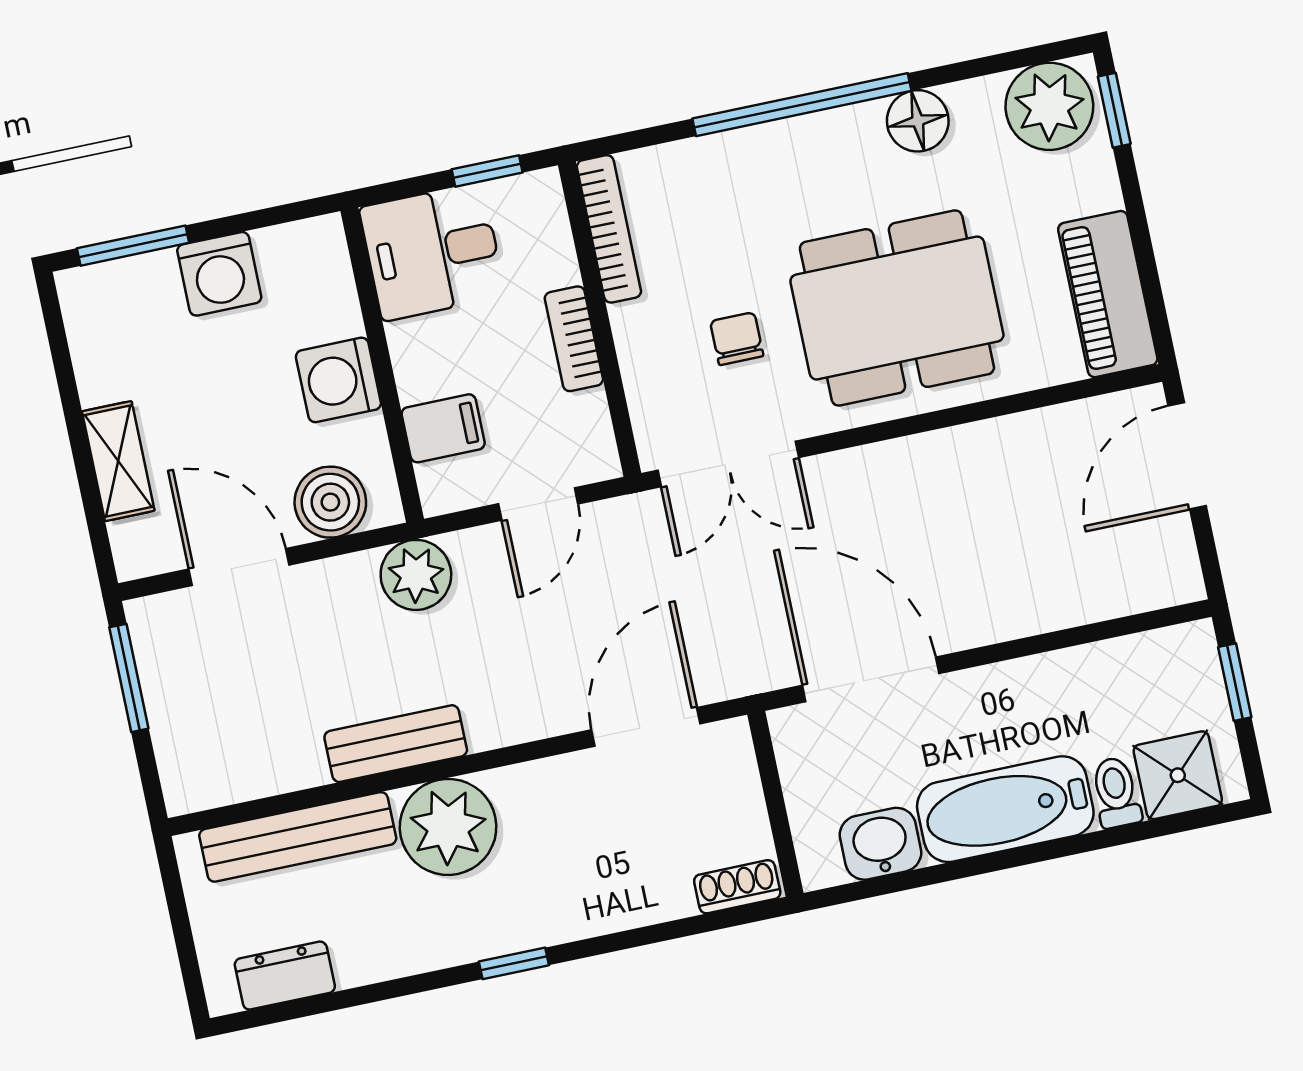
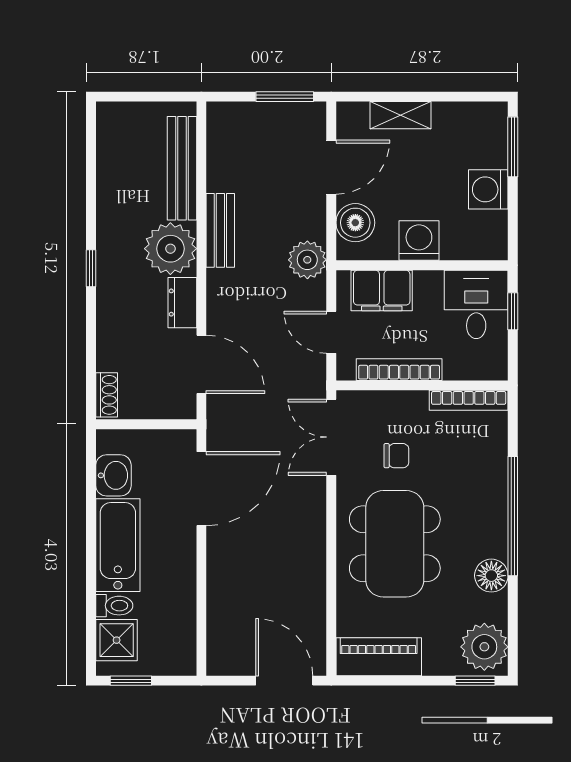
window: (487, 171) -> (513, 311), moved
bookcase: (574, 339) -> (399, 370), width x1.56
filing cabinet: (443, 428) -> (382, 291), width x2.00
window: (1235, 682) -> (131, 681), moved
dresser: (285, 976) -> (182, 303), moved, turned 180

